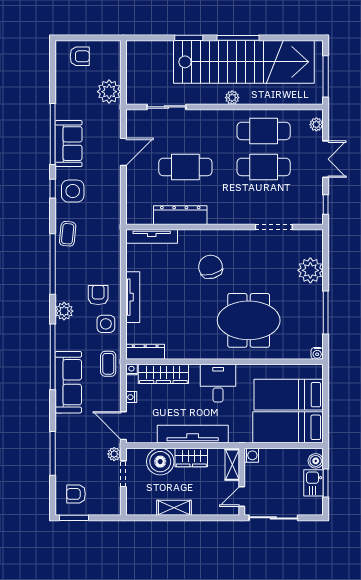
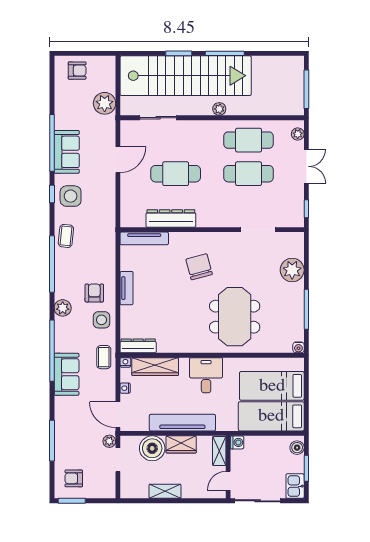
stairs: (244, 62) -> (186, 76), moved
tv unit: (133, 297) -> (127, 288), width x0.71
meeting table: (249, 320) -> (235, 317), turned 90
sofa: (68, 382) -> (67, 374), width x0.73
kitchen sink: (313, 483) -> (295, 486), moved

